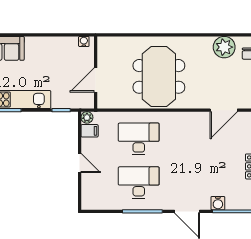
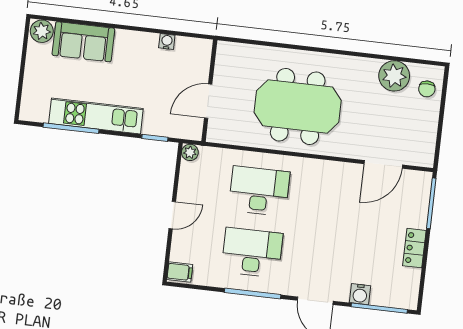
water cooler: (84, 41) -> (167, 42), moved
meeting table: (159, 76) -> (298, 106), turned 90
filing cabinet: (90, 131) -> (180, 272), moved
door: (80, 163) -> (172, 215), hinge flipped

